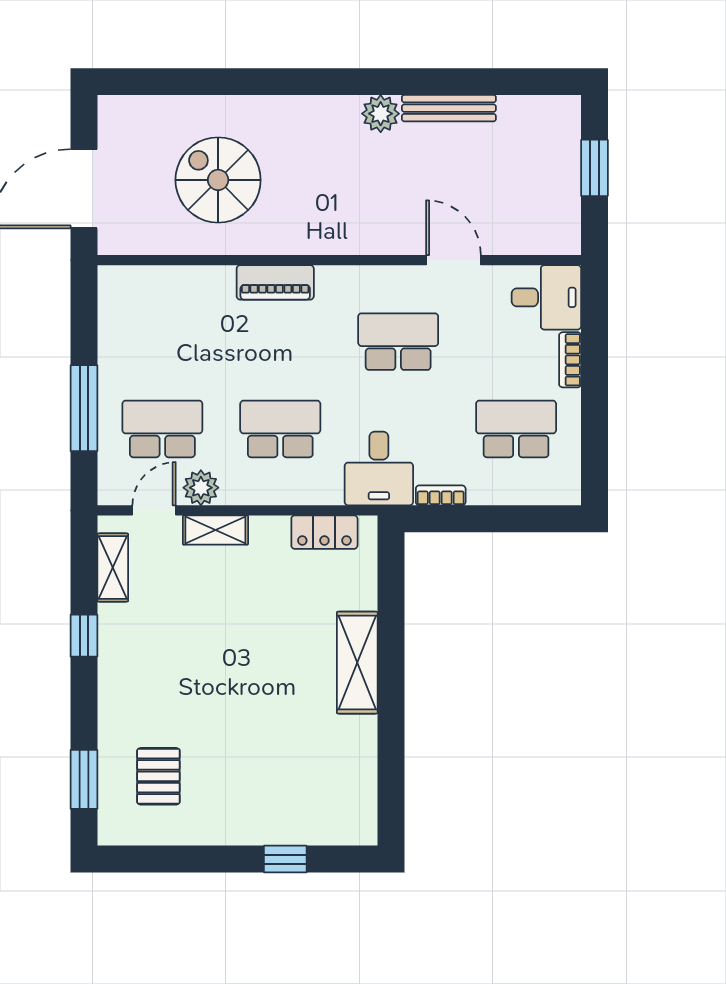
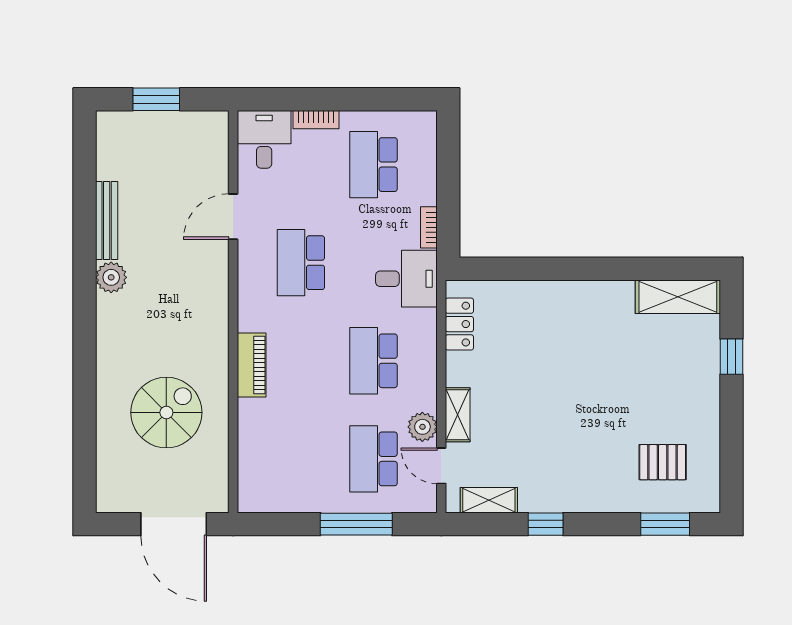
spiral stairs: (218, 180) -> (166, 413), turned 180
shelving: (357, 663) -> (678, 297), moved

